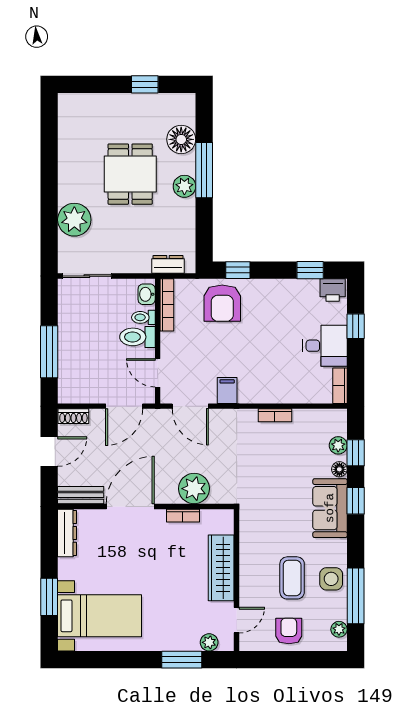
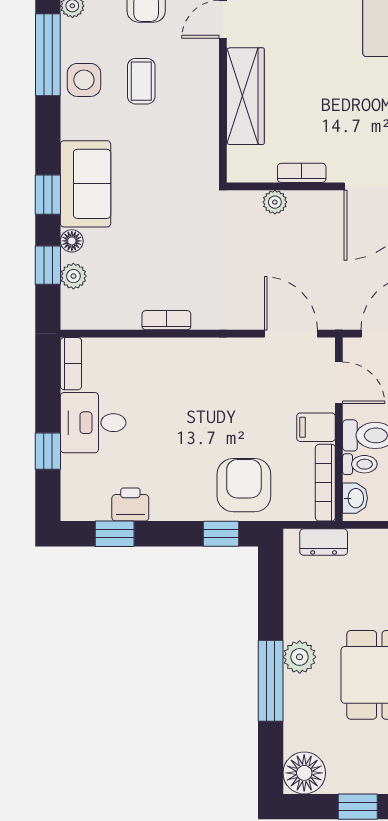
floor lamp: (181, 139) -> (304, 773), moved
printer: (333, 290) -> (130, 504), moved
filing cabinet: (227, 391) -> (316, 427), moved, turned 90
plant: (194, 489) -> (275, 202), width x0.53, depth x0.53
coffee table: (292, 578) -> (141, 81), width x0.73, depth x0.77

